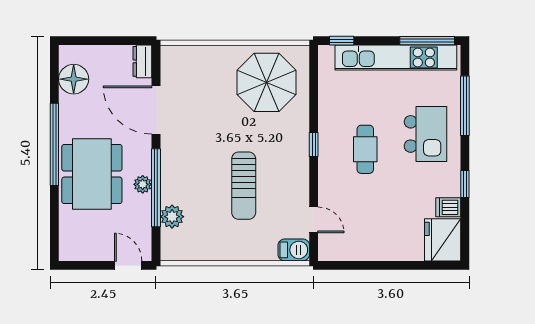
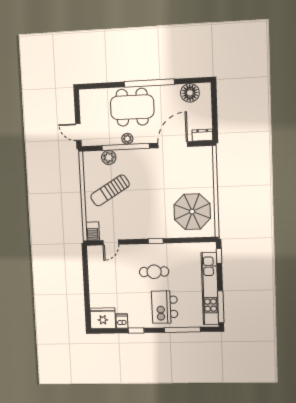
kitchen island: (425, 134) -> (165, 307), turned 90
sun lounger: (244, 186) -> (110, 190), moved, turned -31
door: (128, 265) -> (78, 132), swing flipped

